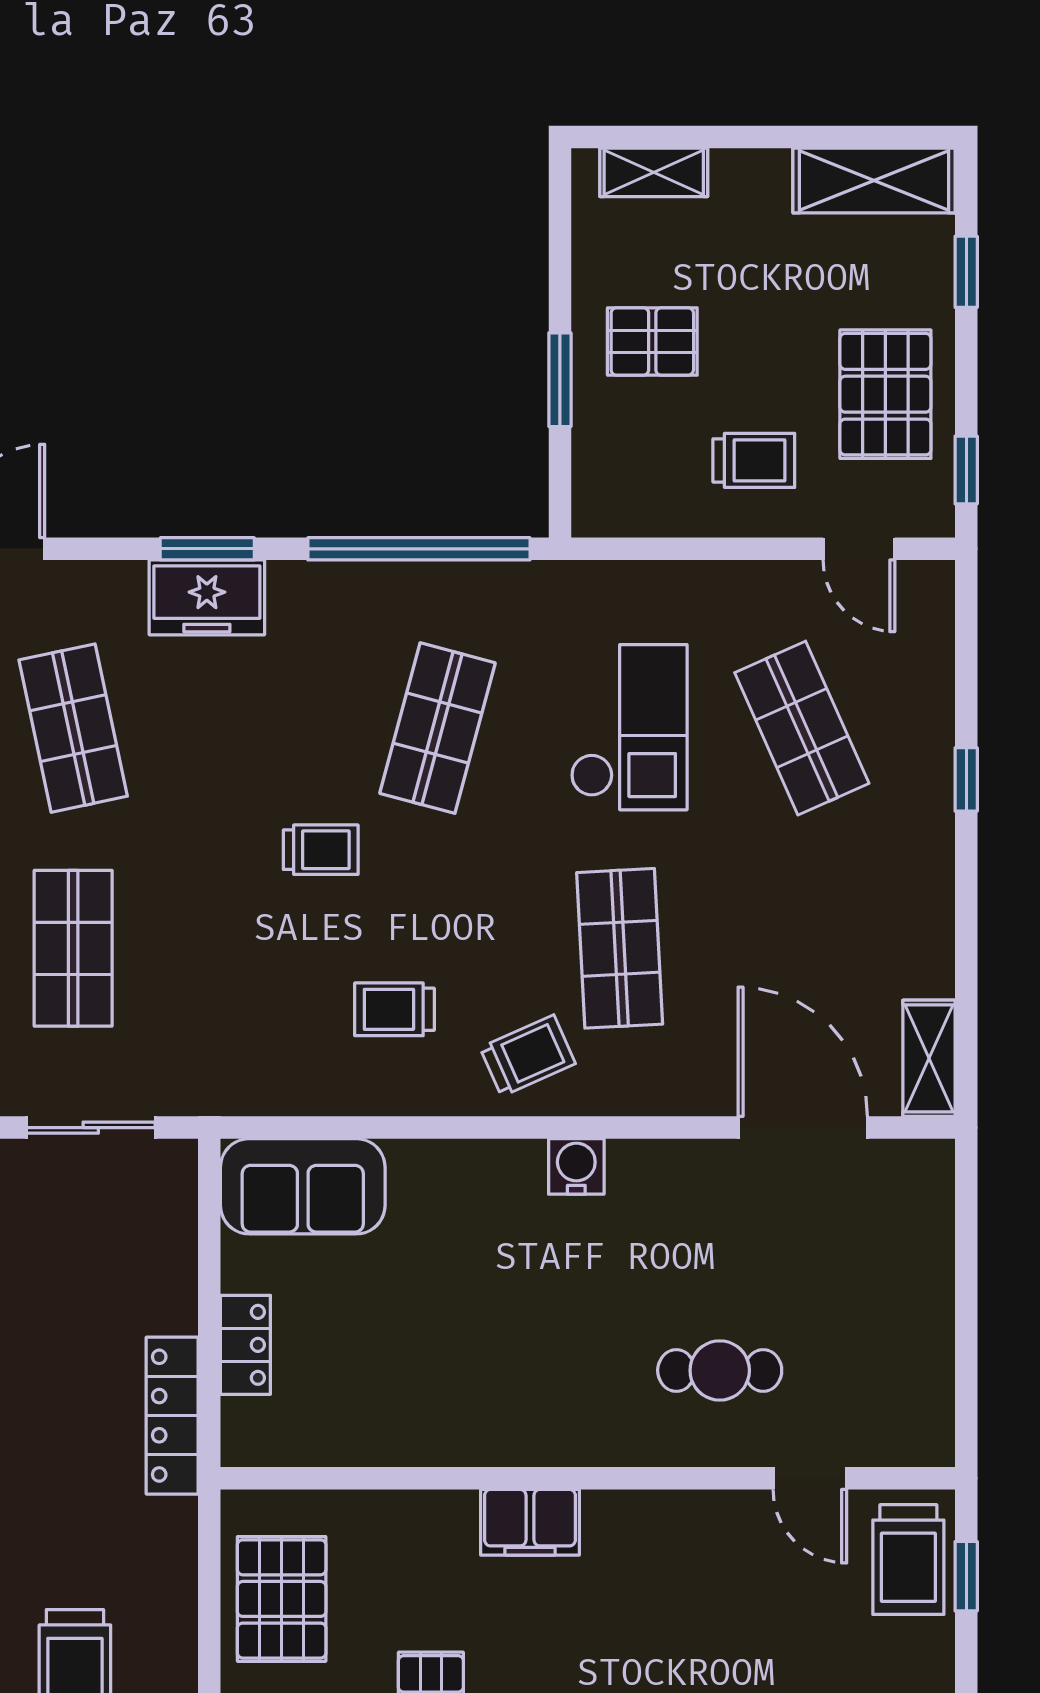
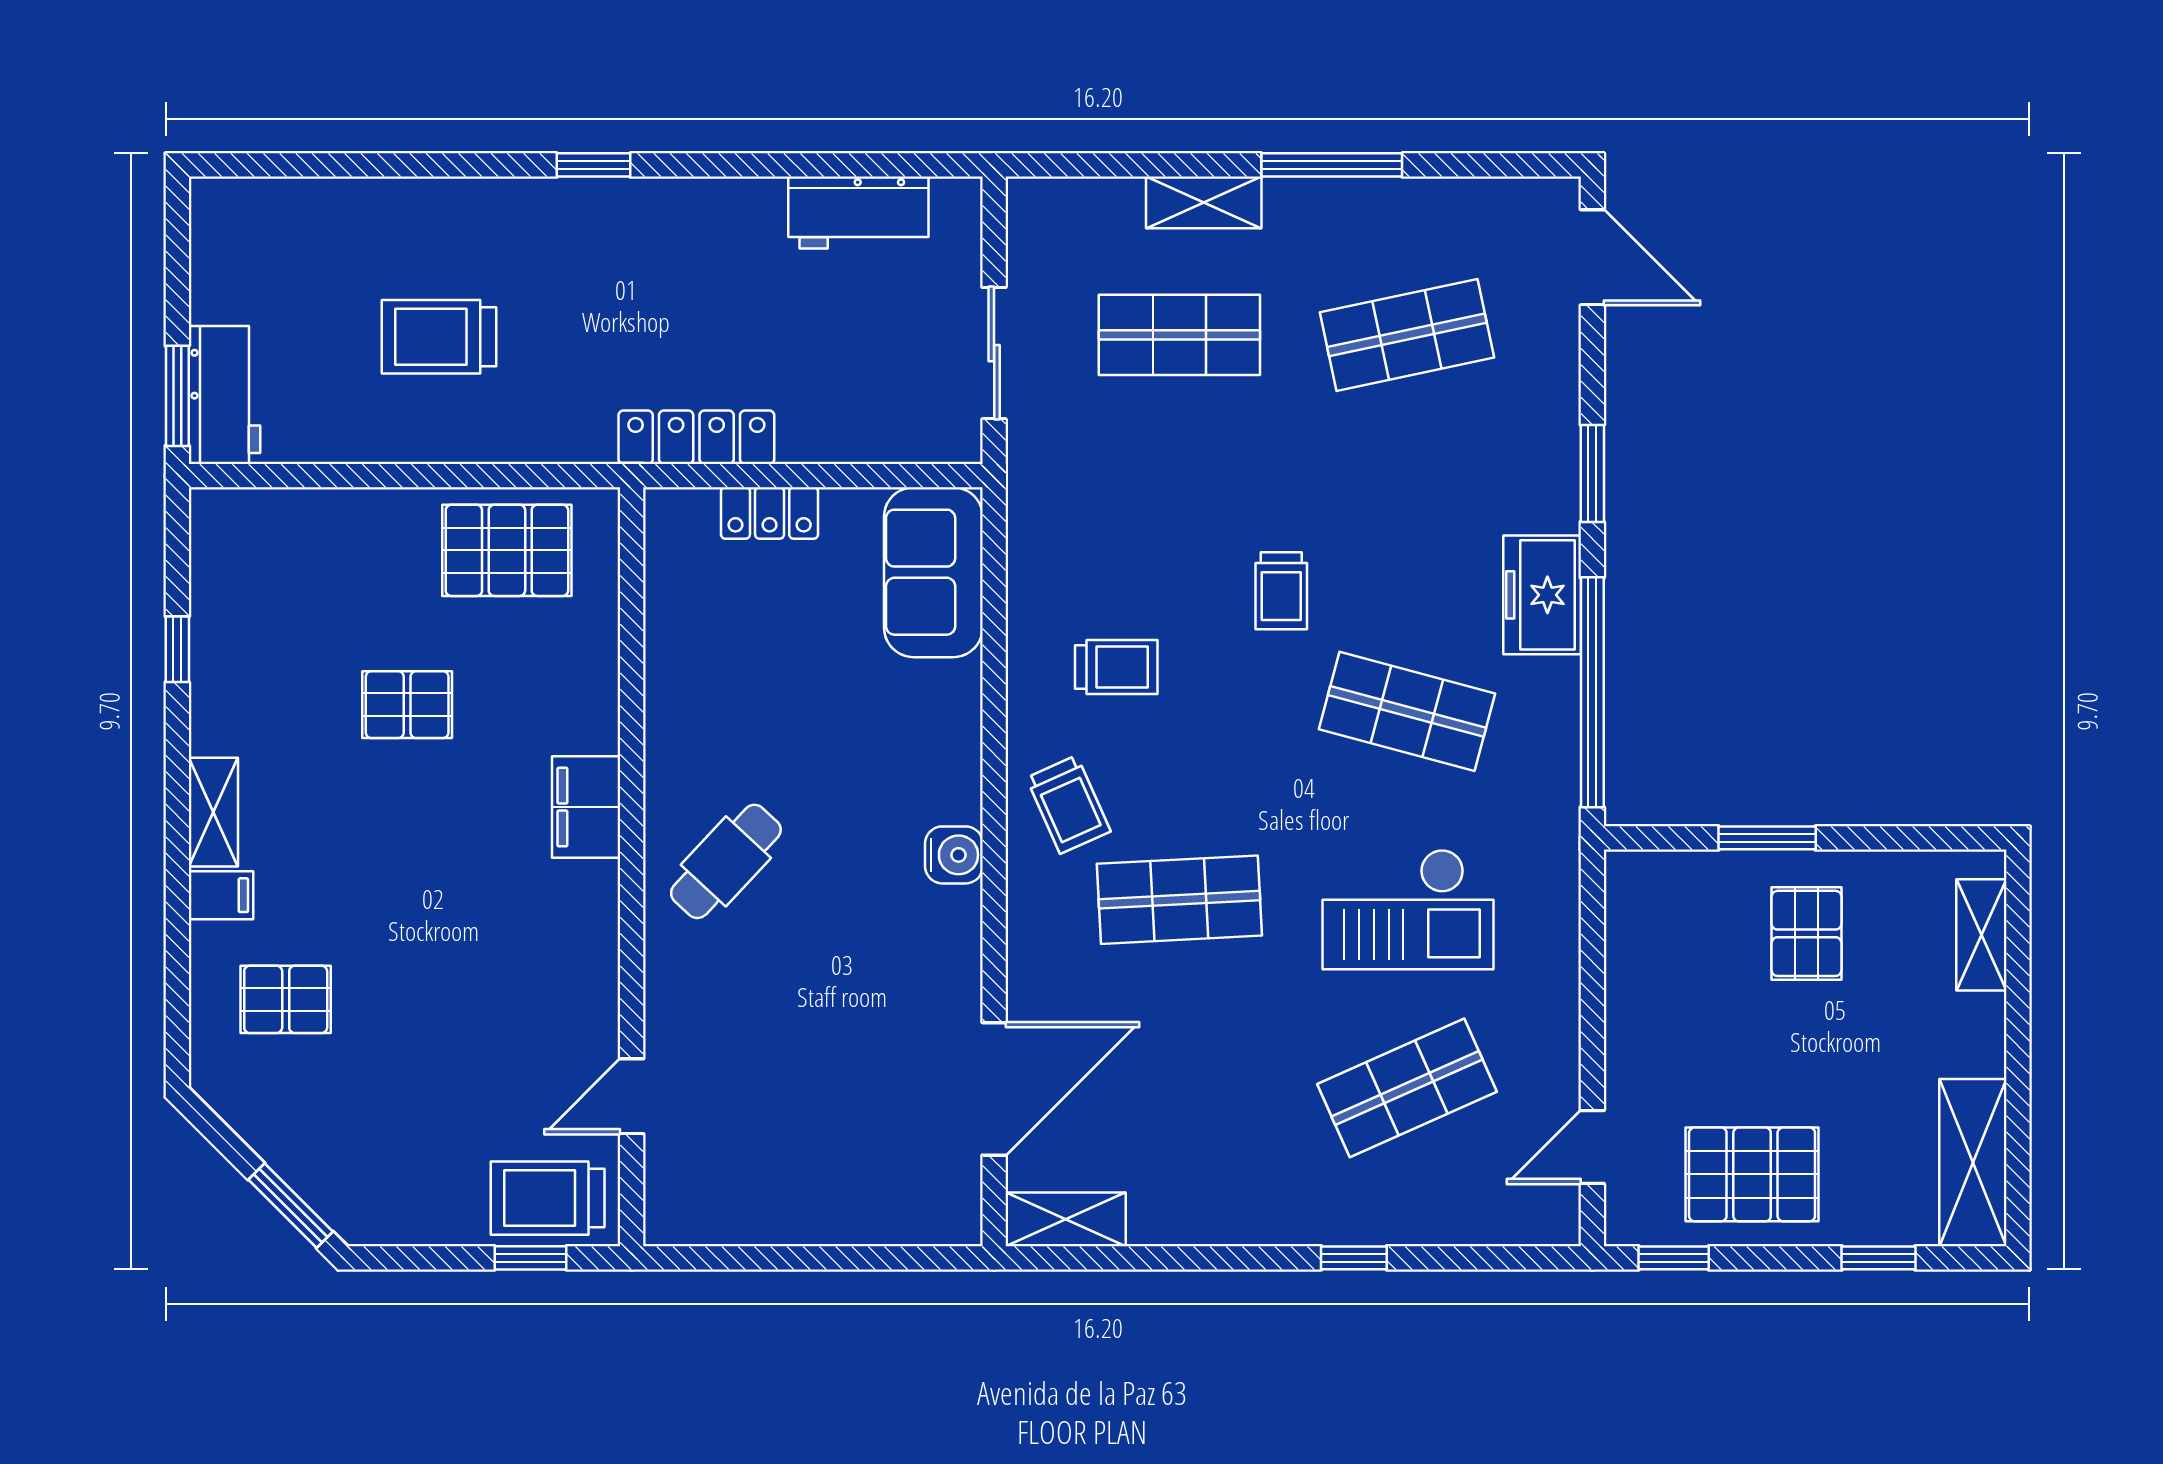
trolley: (754, 460) -> (1684, 1038), removed
freezer: (207, 597) -> (1542, 595), moved
trolley: (395, 1009) -> (1116, 667), turned 90
cafe table: (720, 1370) -> (726, 861), moved, turned 43

